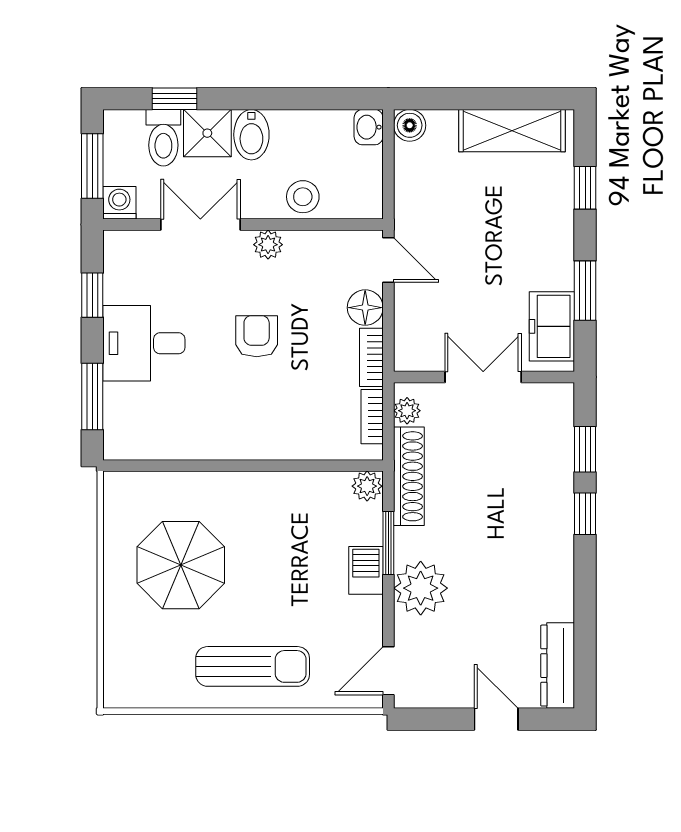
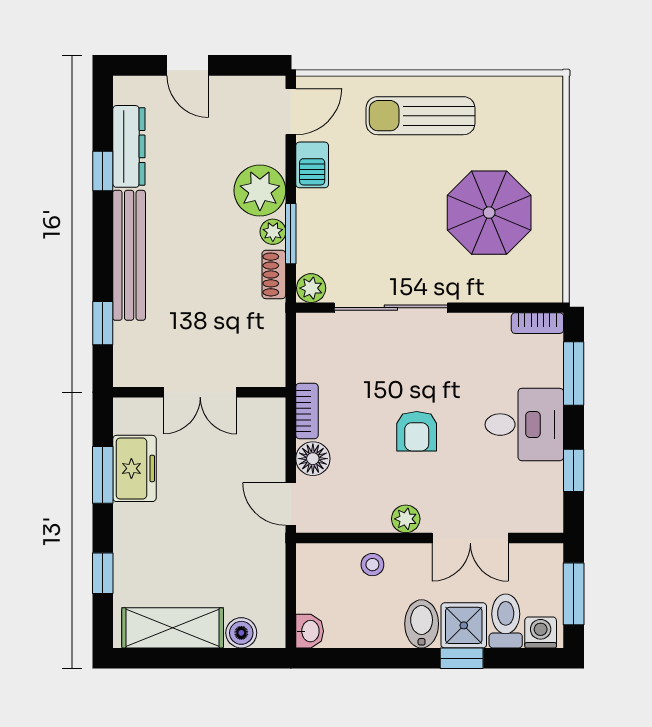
window: (174, 99) -> (462, 658), moved
boiler: (410, 125) -> (241, 633), moved
stool: (303, 197) -> (372, 565), width x0.73, depth x0.73
washing machine: (119, 203) -> (541, 632), moved, turned 180
freezer: (552, 326) -> (134, 468), moved
plant: (407, 411) -> (273, 232), moved
bookcase: (372, 417) -> (537, 323), moved, turned 90
sliding door: (284, 466) -> (391, 308), added
shoe rack: (409, 476) -> (274, 274), width x0.51, depth x0.81
window: (585, 514) -> (103, 171), moved
bench: (558, 520) -> (129, 255), added
barbecue: (366, 570) -> (312, 165), moved
dresser: (558, 666) -> (129, 146), moved

